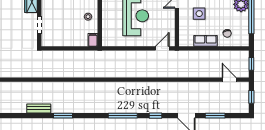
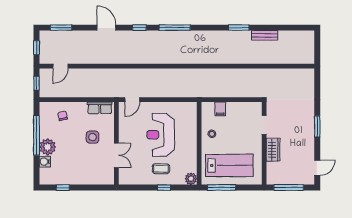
filing cabinet: (93, 40) -> (220, 109), moved
row of seats: (206, 41) -> (100, 108), moved
door: (229, 80) -> (60, 66), hinge flipped
window: (215, 116) -> (61, 28), moved

